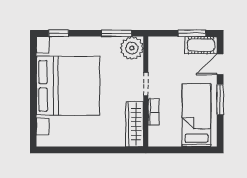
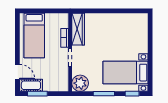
window: (116, 33) -> (104, 94), moved
door: (220, 64) -> (17, 72), hinge flipped
bed with nightstands: (68, 86) -> (126, 73), width x0.54
window: (220, 100) -> (17, 47), removed

